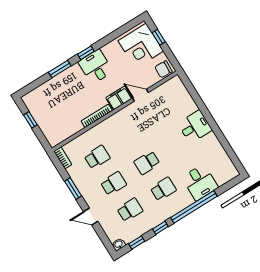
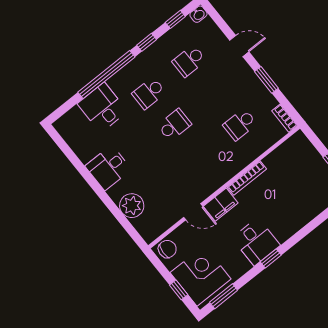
window: (60, 69) -> (224, 296), moved
plant: (187, 105) -> (132, 206), added
desk: (195, 127) -> (108, 168), moved
school desk: (114, 183) -> (215, 93), removed

